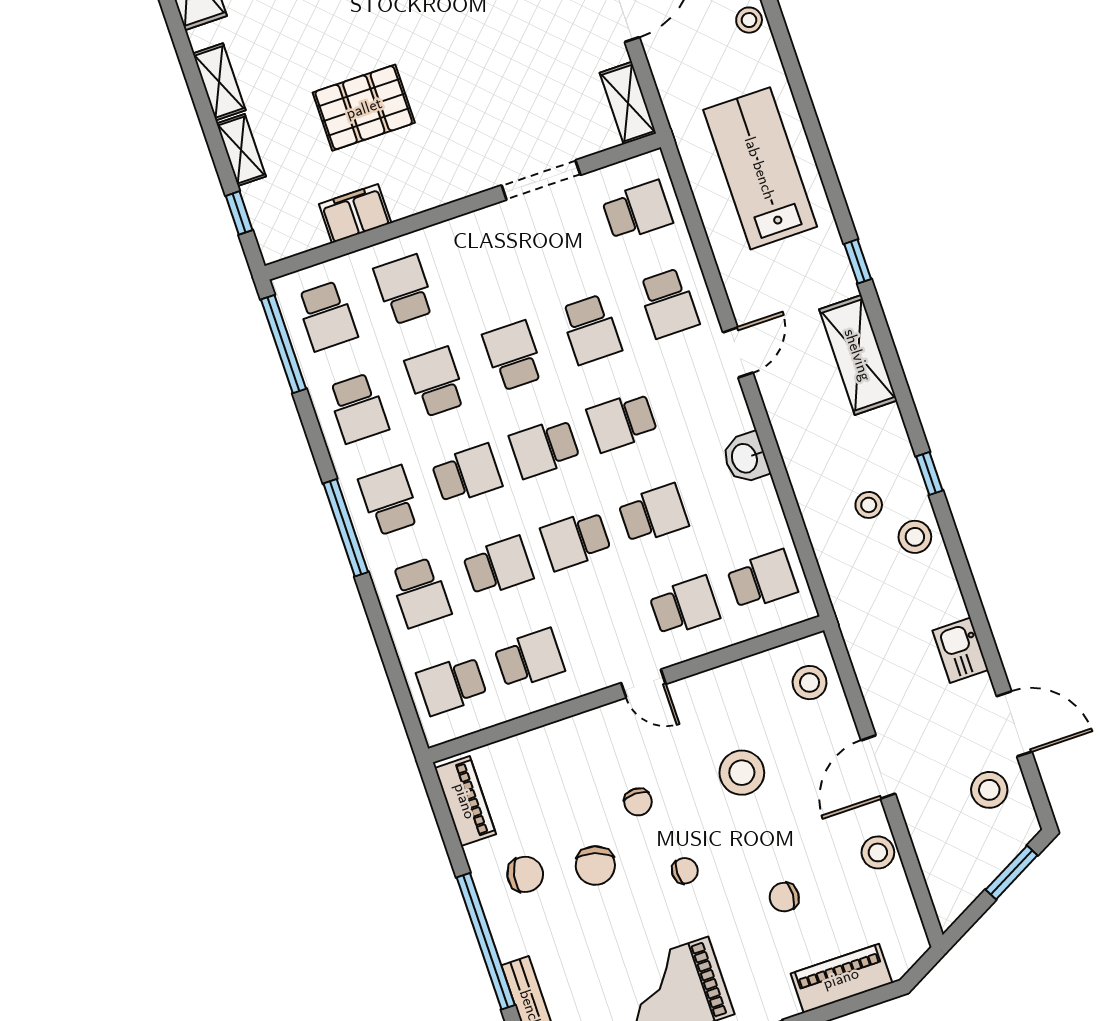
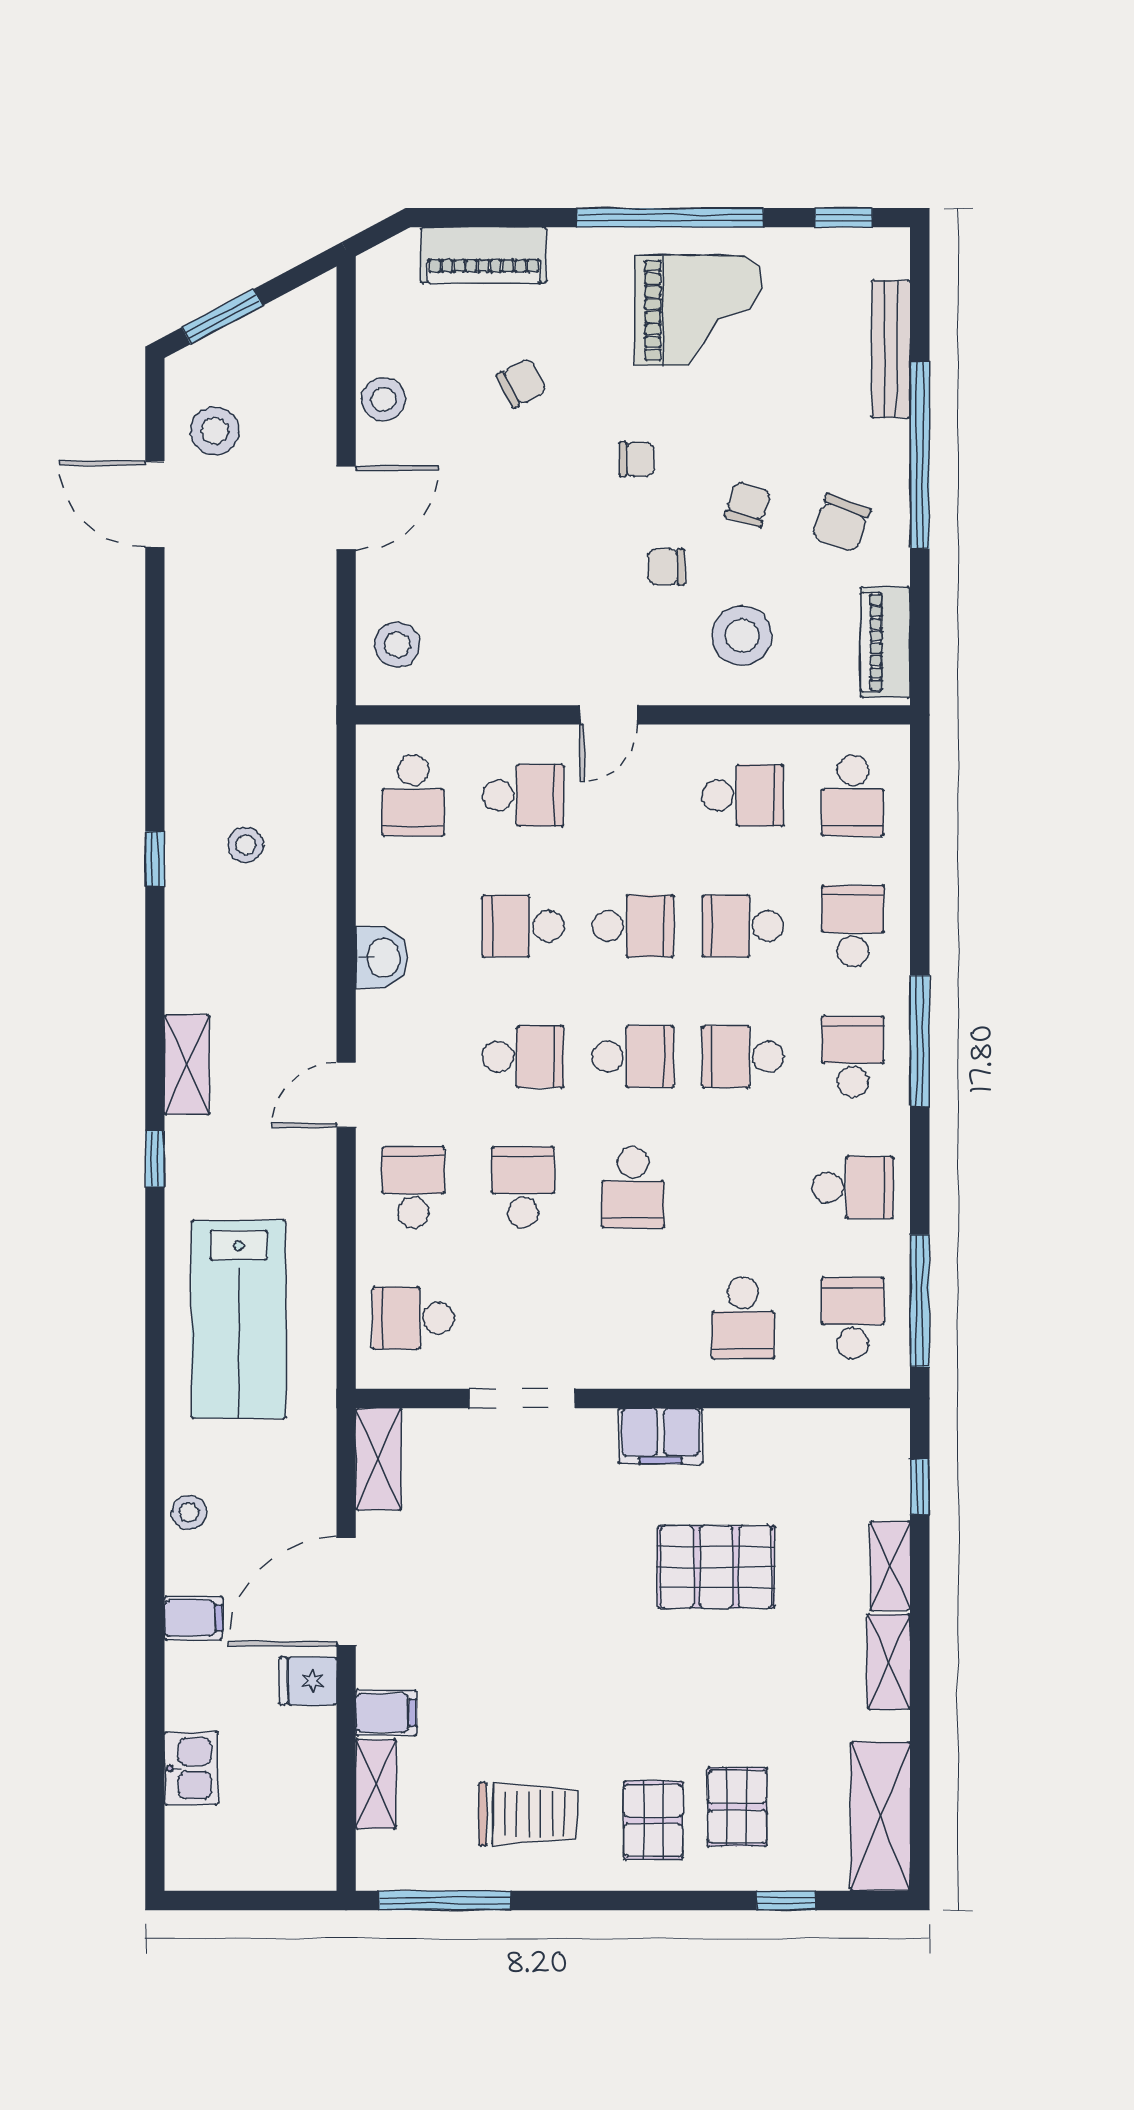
filing cabinet: (355, 214) -> (661, 1436), moved
shelving: (858, 355) -> (187, 1065), width x0.67, depth x0.75
school desk: (436, 382) -> (743, 1187), removed
school desk: (358, 408) -> (853, 1187), turned 90
school desk: (389, 501) -> (853, 1057), turned 180
stool: (915, 537) -> (201, 784), removed
school desk: (762, 580) -> (413, 795), turned -90
school desk: (685, 606) -> (523, 795), turned 180
kitchen sink: (960, 650) -> (192, 621), removed
school desk: (529, 659) -> (743, 795), turned 180
door: (643, 684) -> (609, 715), swing flipped
school desk: (452, 685) -> (853, 795), turned 90
stool: (742, 773) -> (742, 636), moved
chair: (638, 802) -> (666, 567), turned -90
chair: (595, 866) -> (748, 504), width x0.73, depth x0.73
chair: (685, 871) -> (637, 459), turned 180
chair: (525, 874) -> (841, 523), turned -80
chair: (784, 897) -> (522, 383), turned -30

